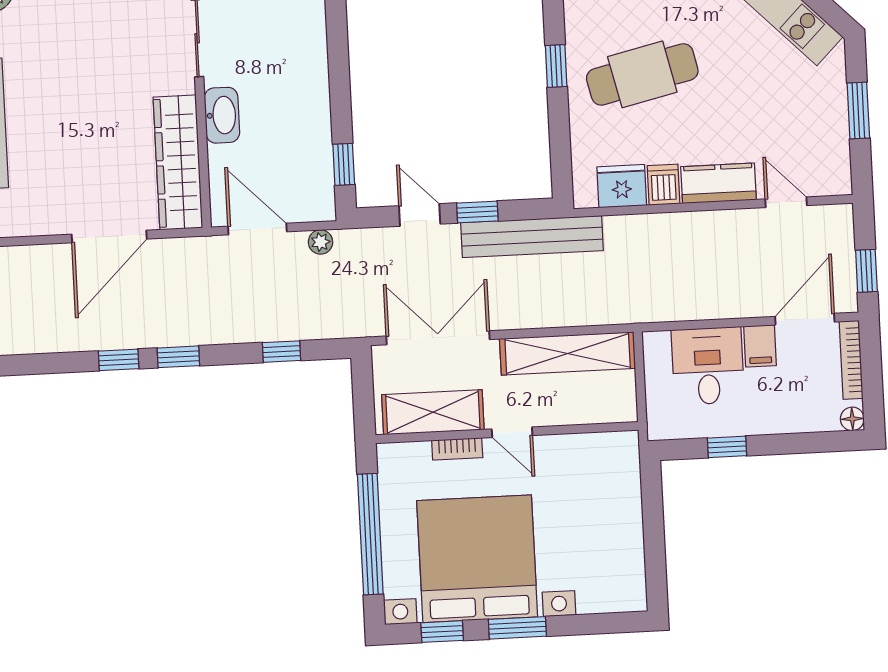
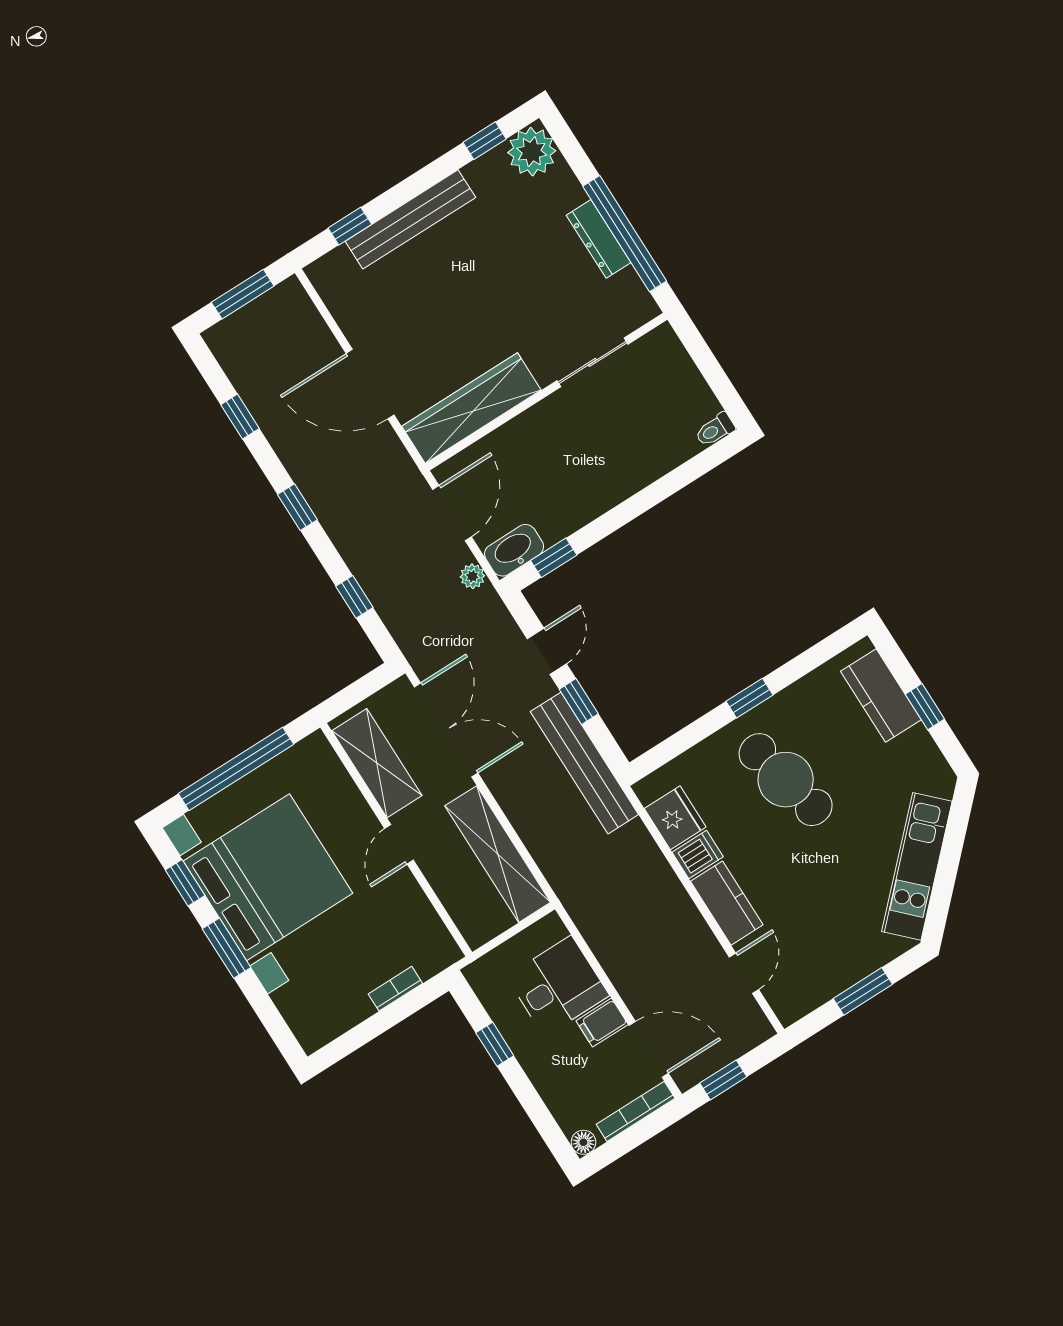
washbasin: (222, 115) -> (514, 550), moved, turned 180
window: (119, 360) -> (240, 417), moved
bookcase: (457, 449) -> (395, 989), moved, turned 90

